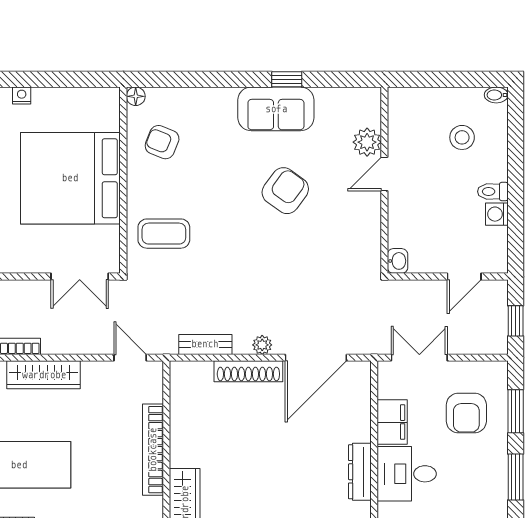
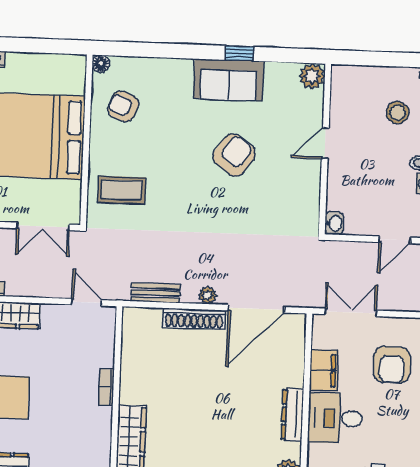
plant: (367, 142) -> (312, 76), moved
bookcase: (153, 450) -> (106, 387), width x0.43, depth x0.76

